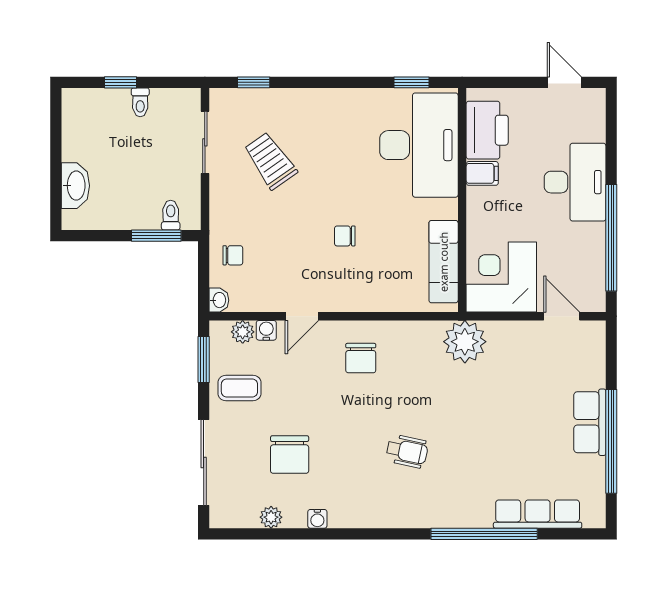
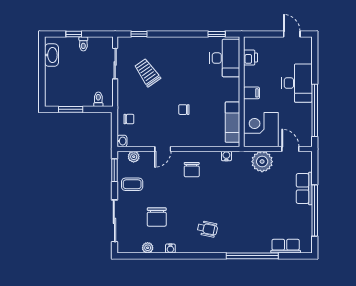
printer: (487, 130) -> (250, 58), width x0.53, depth x0.68
desk: (419, 145) -> (225, 58), width x0.73, depth x0.77
filing cabinet: (482, 173) -> (251, 93), moved
washbasin: (75, 186) -> (51, 55), moved
window: (156, 236) -> (71, 109), moved
water cooler: (266, 330) -> (226, 156), moved
plant: (465, 342) -> (262, 162), moved
row of seats: (590, 422) -> (304, 189), moved
wheelchair: (407, 451) -> (207, 229), moved
row of seats: (538, 514) -> (286, 246), width x0.68

